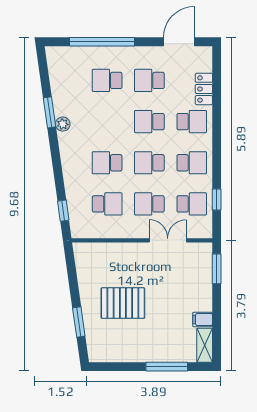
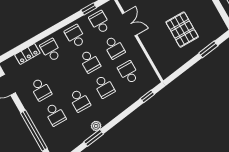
school desk: (149, 122) -> (80, 100), moved
double door: (168, 240) -> (130, 24), swing flipped

